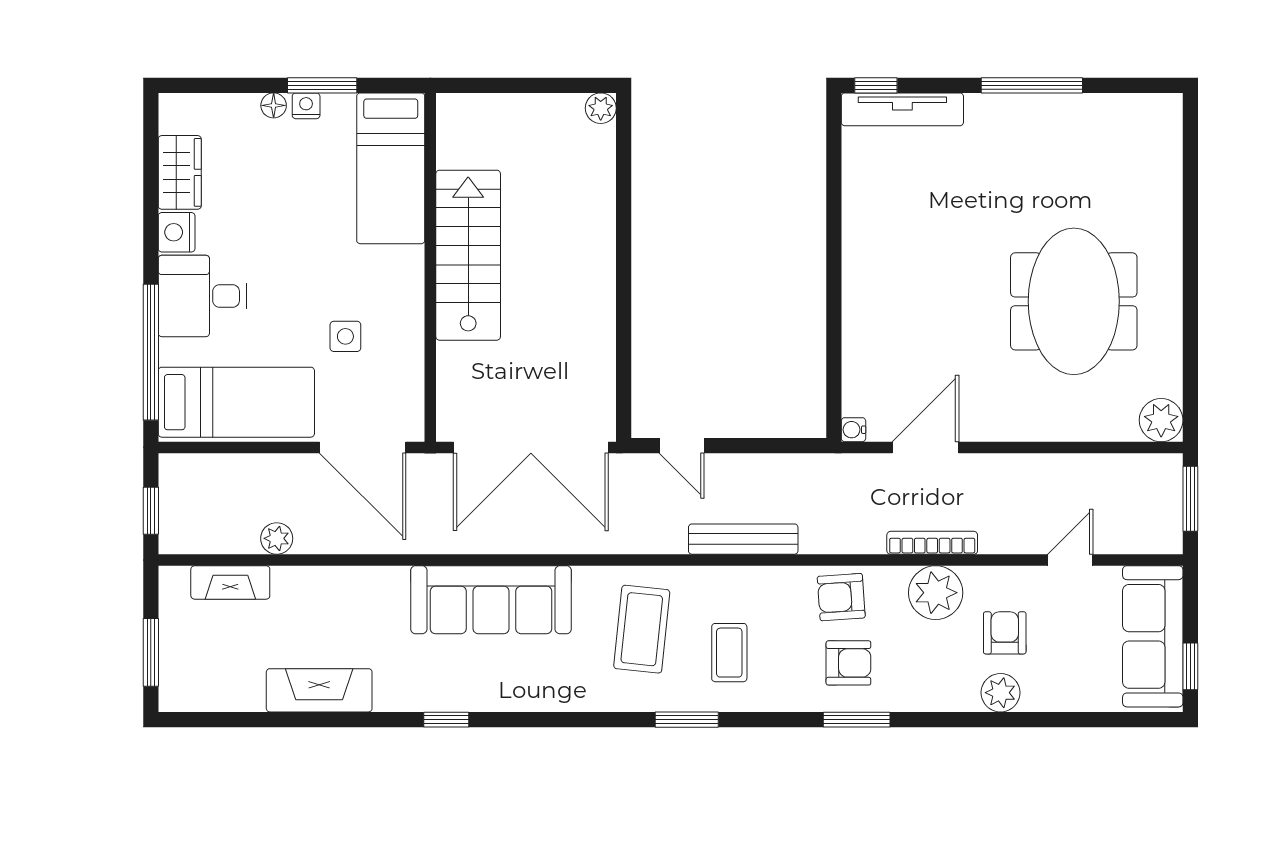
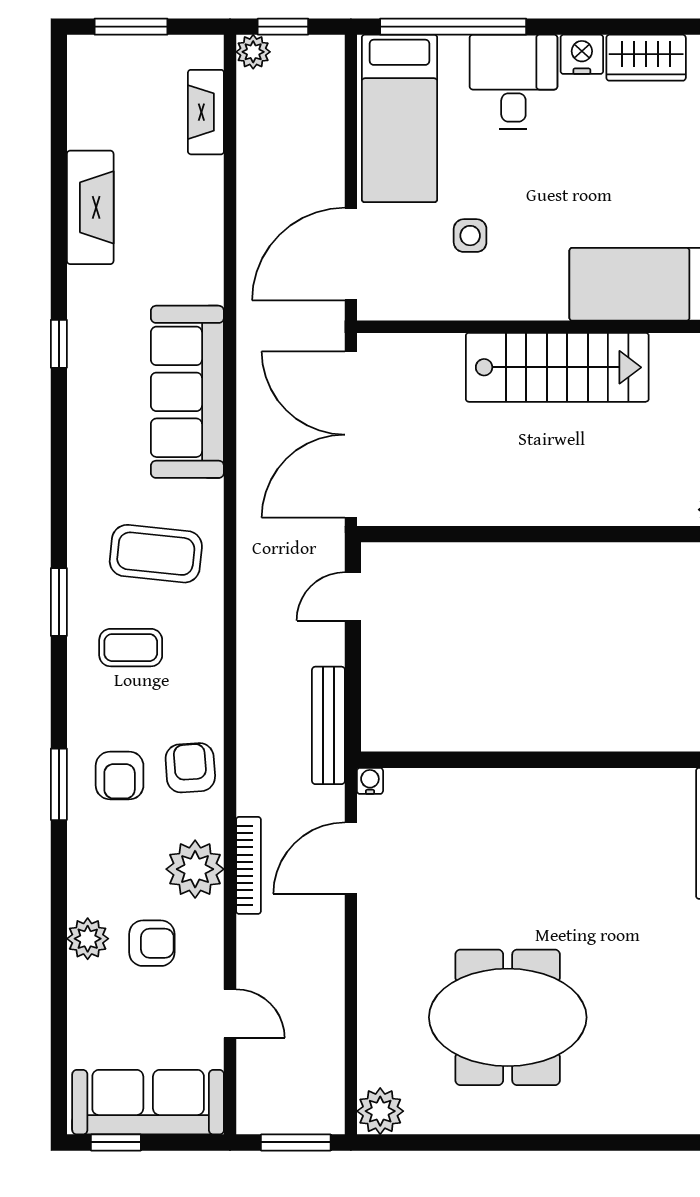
door: (925, 447) -> (351, 858), swing flipped
plant: (277, 538) -> (253, 52), moved
bench: (743, 539) -> (328, 725), moved

